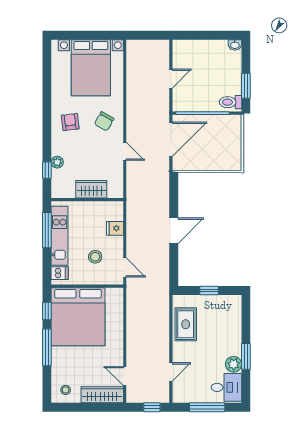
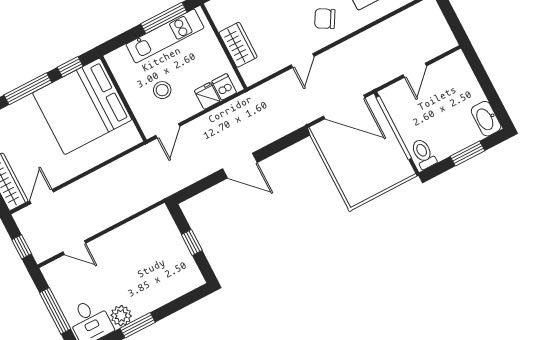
washbasin: (235, 45) -> (486, 119), width x1.91, depth x1.45
door: (171, 79) -> (415, 70), hinge flipped
window: (246, 86) -> (467, 154), moved
dishwasher: (60, 273) -> (224, 87), moved, turned 180
rug: (186, 324) -> (139, 236), removed

